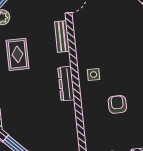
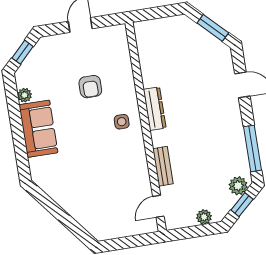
rug: (18, 54) -> (216, 141), removed

